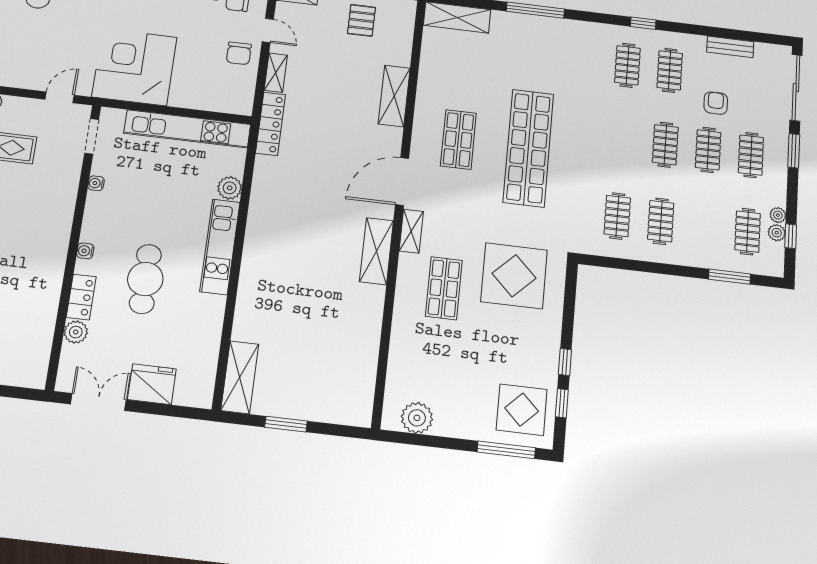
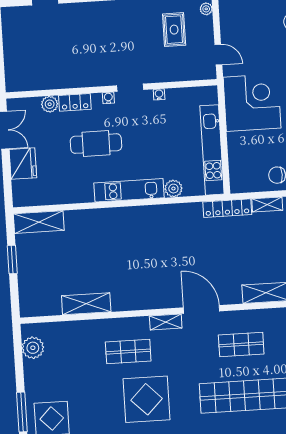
doorway: (92, 136) -> (130, 88), moved
shelving: (377, 251) -> (86, 304), moved

